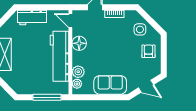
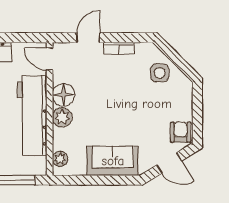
armchair: (149, 51) -> (181, 132), moved
plant: (78, 72) -> (62, 117), moved

